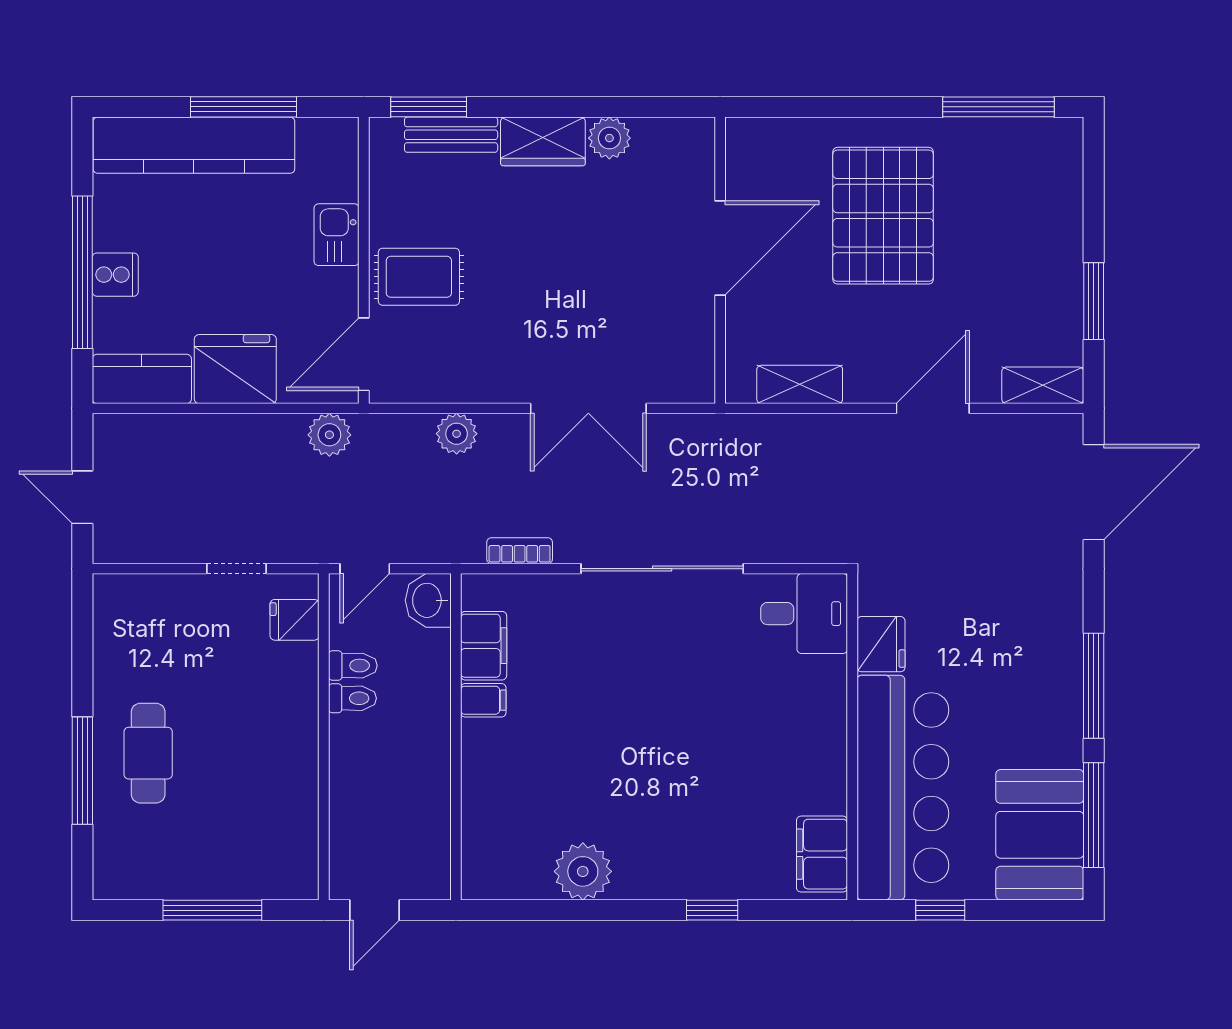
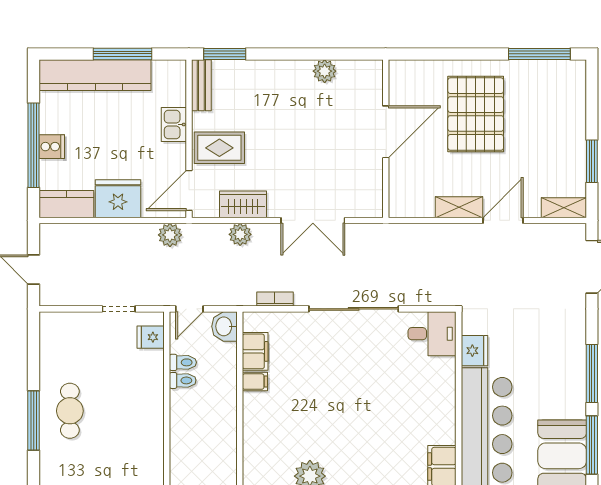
bench: (451, 135) -> (201, 85), moved, turned 90
wardrobe: (543, 141) -> (243, 204), moved, turned 180
shelving: (800, 384) -> (459, 207), moved

